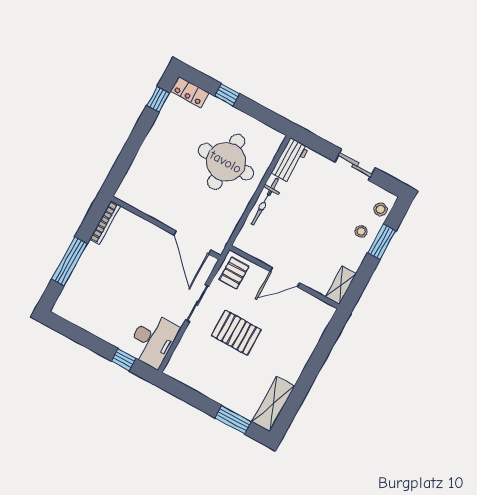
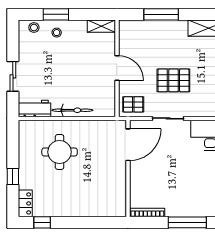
round table: (226, 162) -> (60, 152), width x0.73, depth x0.73
sliding door: (355, 165) -> (13, 76), moved
pallet: (236, 333) -> (173, 80), turned 90
window: (318, 359) -> (161, 14), added

